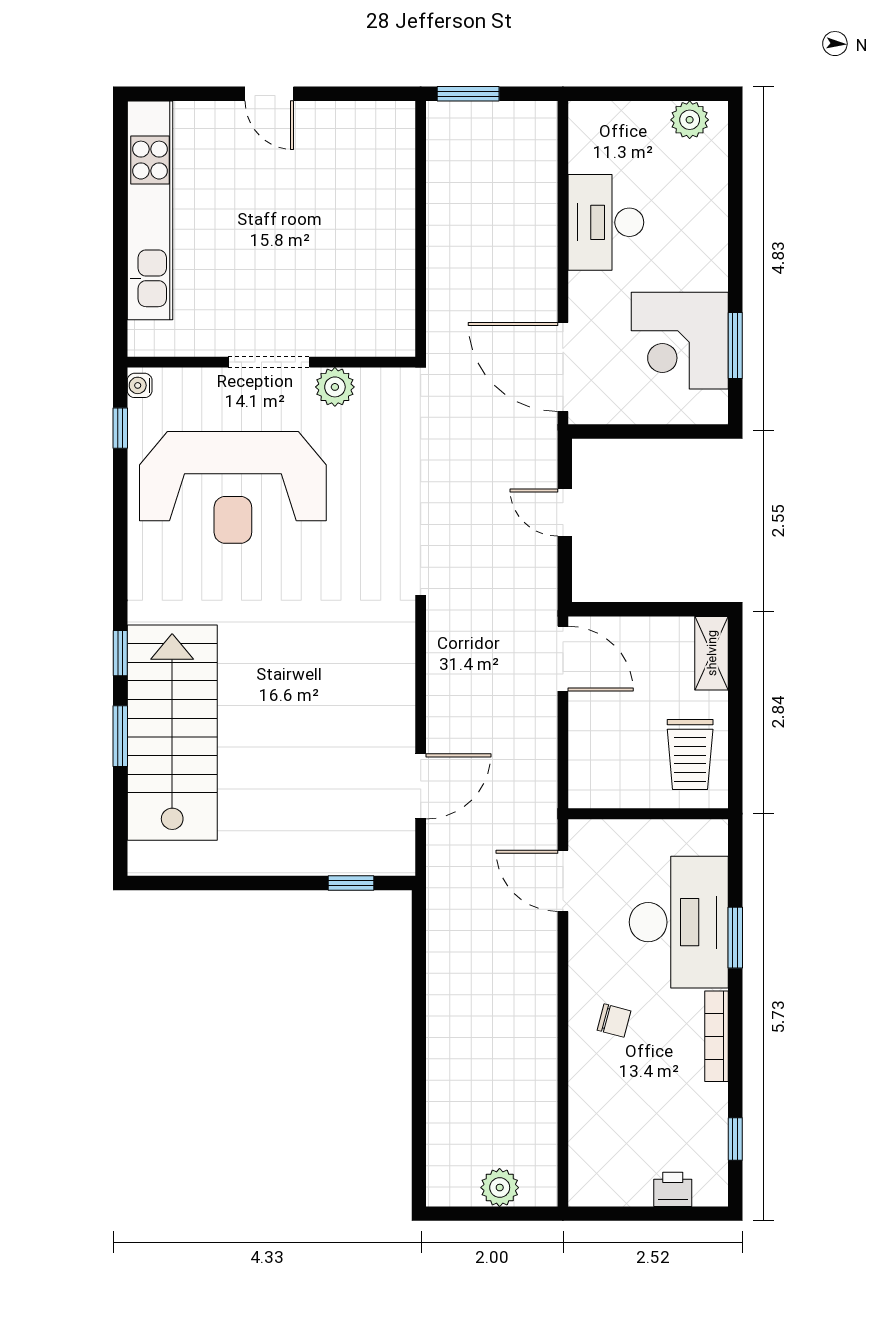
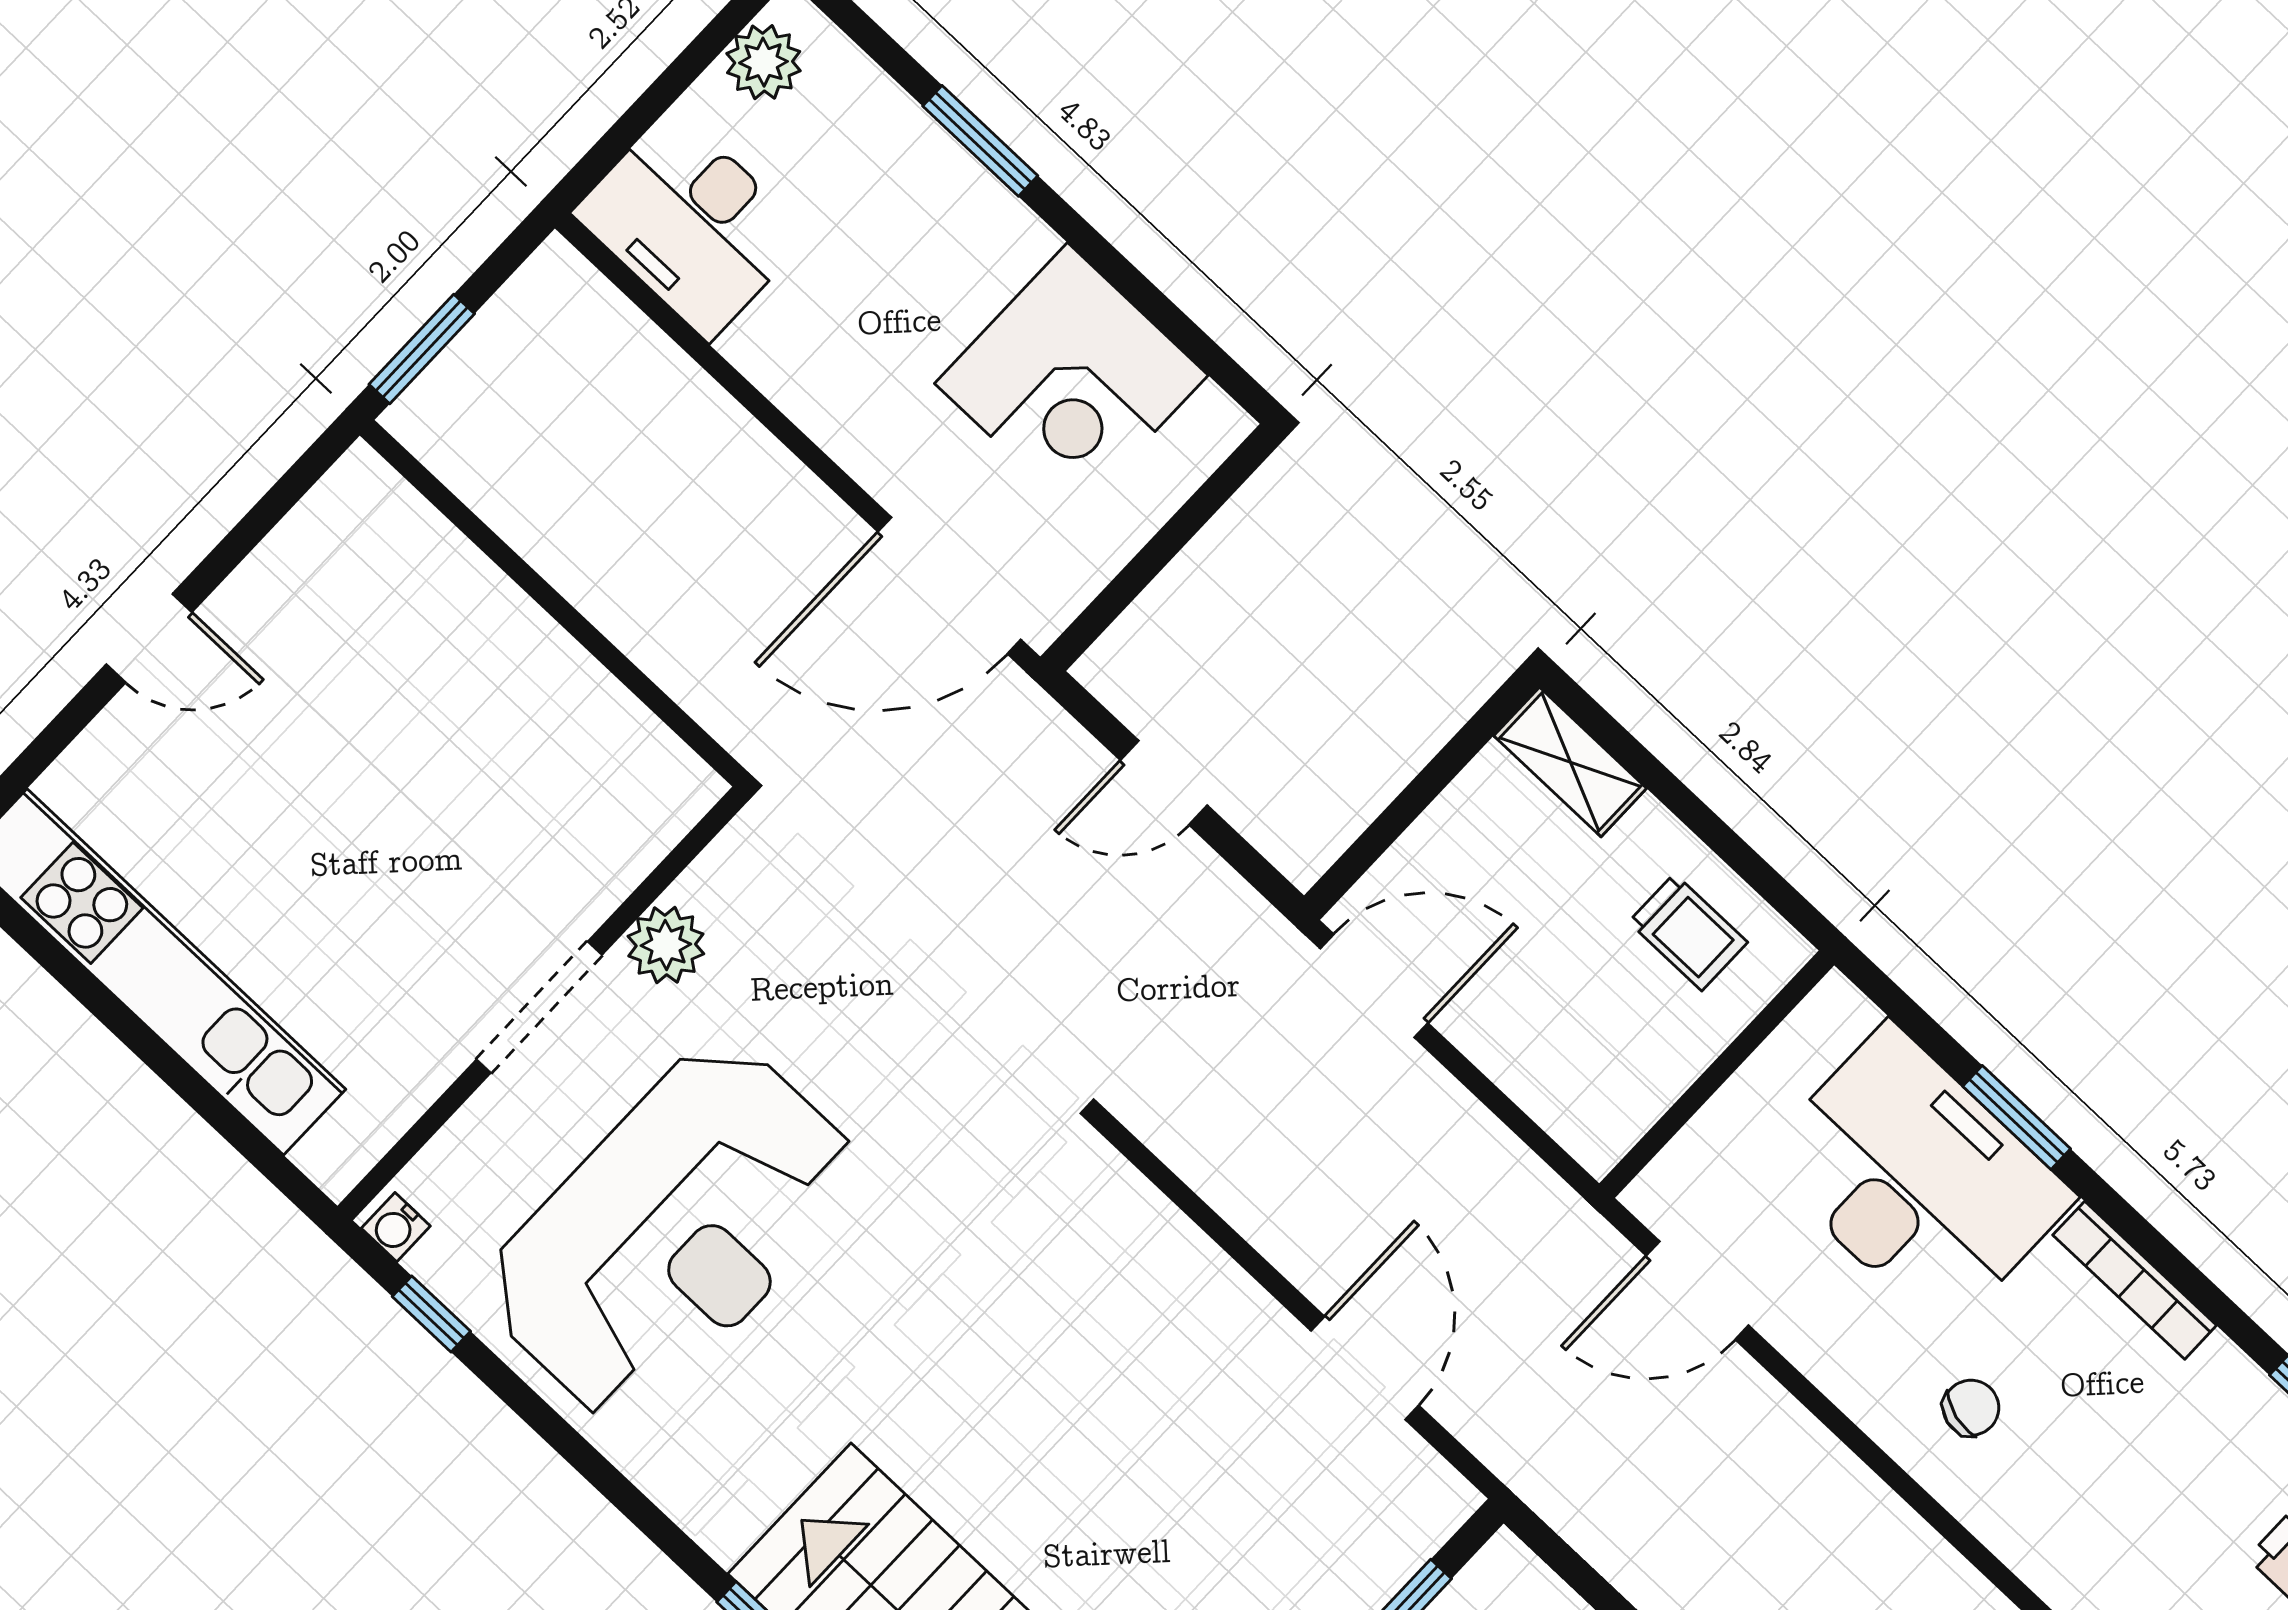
desk: (606, 222) -> (691, 224), moved
window: (735, 346) -> (980, 141), moved
trolley: (690, 755) -> (1688, 932), width x0.73, depth x0.72

